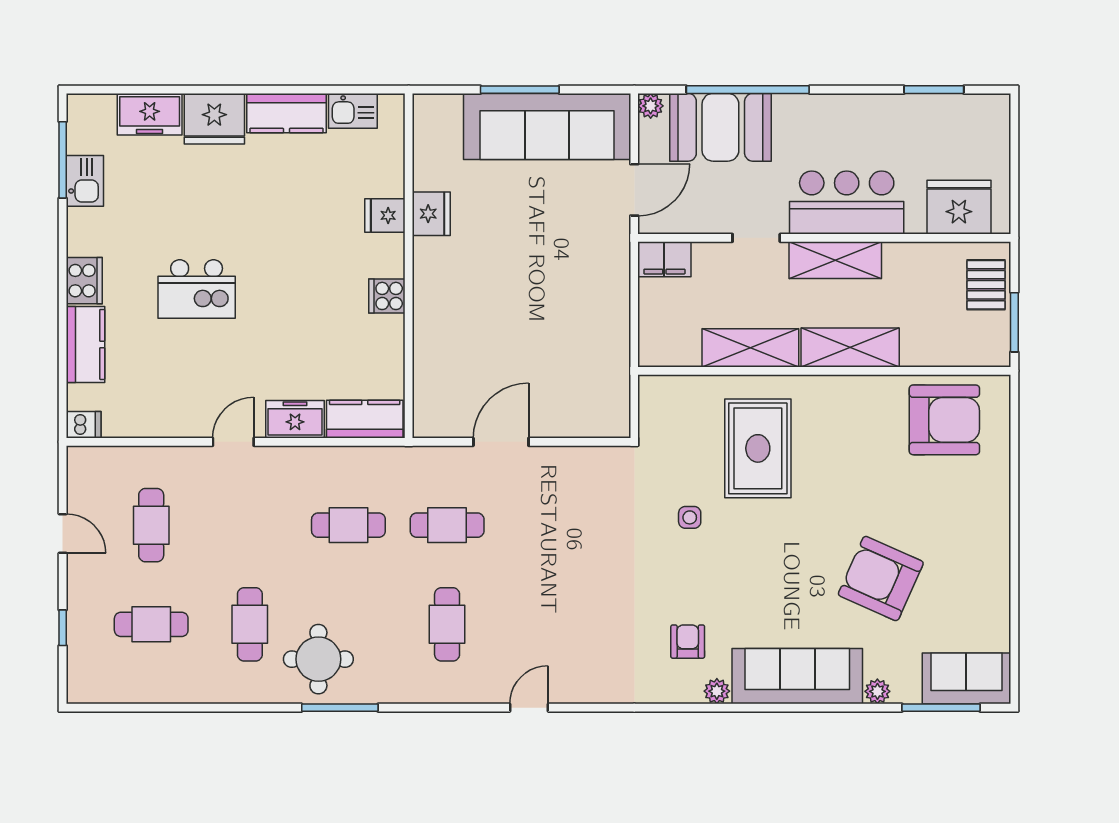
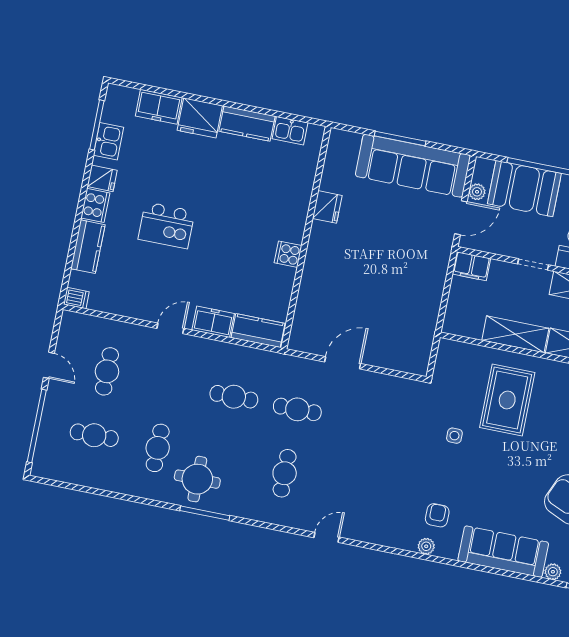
plant: (651, 106) -> (477, 192), moved
fridge: (385, 215) -> (102, 178), moved, turned 180
window: (63, 628) -> (37, 426), width x3.17
plant: (717, 691) -> (426, 546), moved

